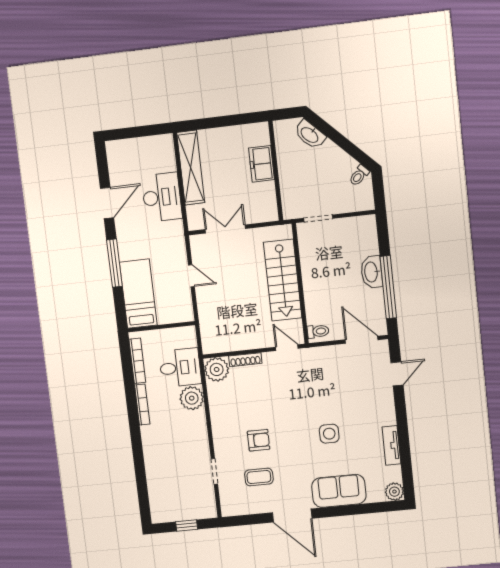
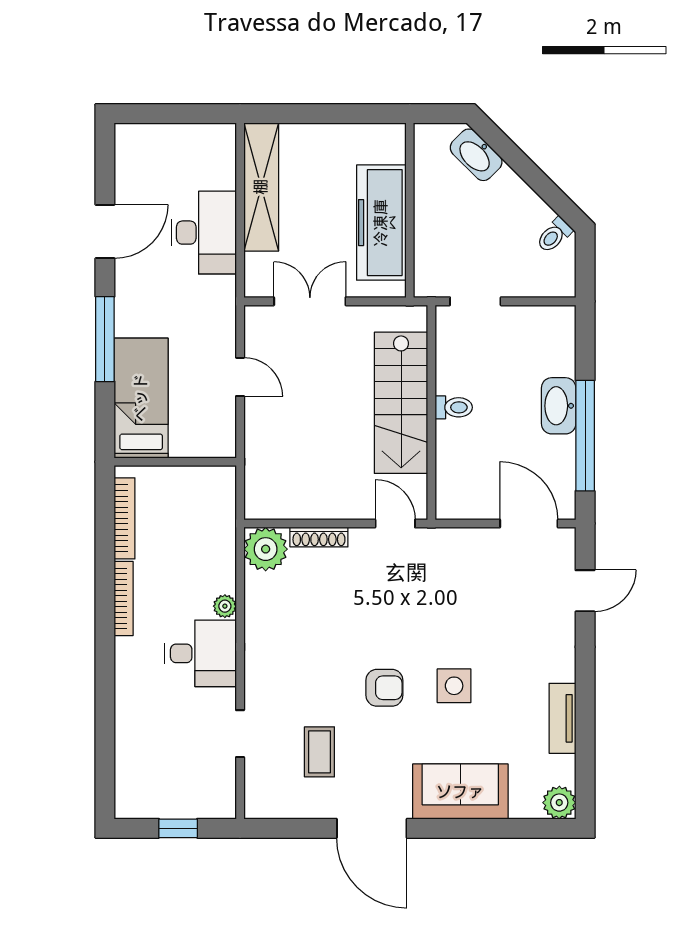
freezer: (262, 164) -> (381, 223), width x1.91, depth x1.26
toilet: (318, 331) -> (454, 407), moved
desk: (180, 368) -> (201, 653), moved
plant: (192, 398) -> (225, 606), width x0.53, depth x0.53
armchair: (259, 440) -> (384, 688), moved
coffee table: (259, 477) -> (319, 752), turned 90

